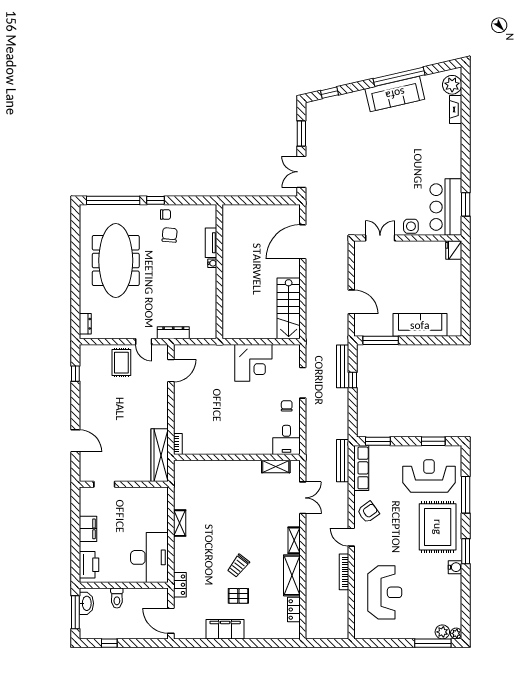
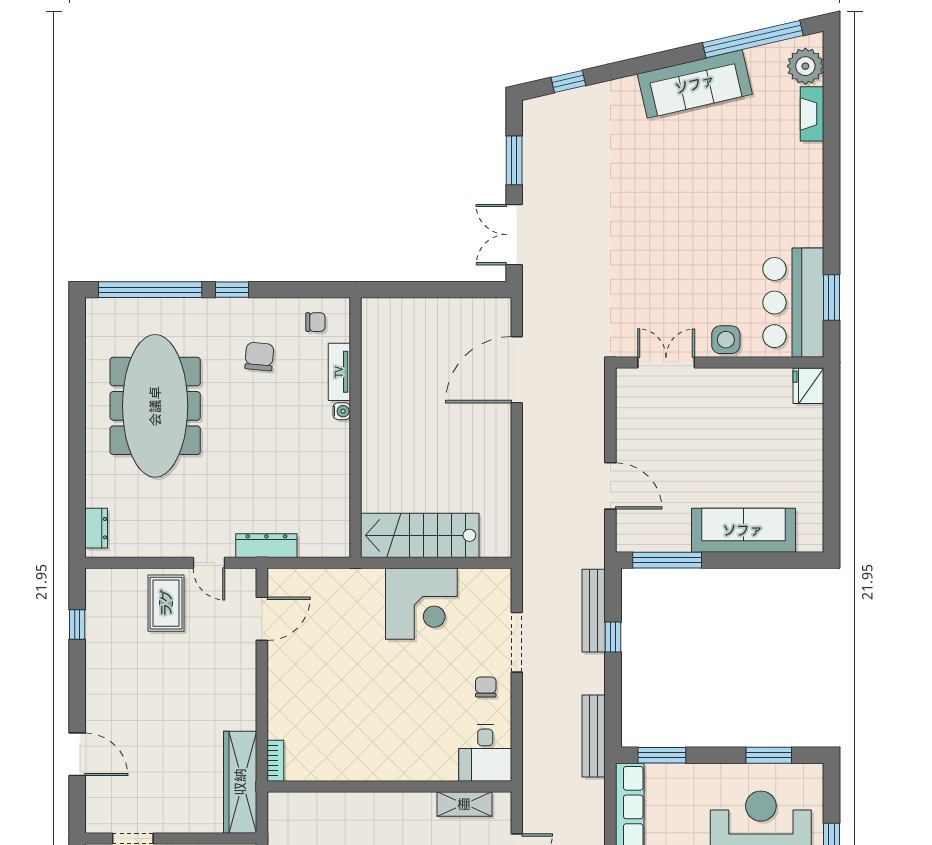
window: (399, 77) -> (753, 39), moved
chair: (165, 215) -> (315, 322), moved
stairs: (289, 308) -> (420, 535), moved, turned 90
bench: (343, 461) -> (594, 736), moved

